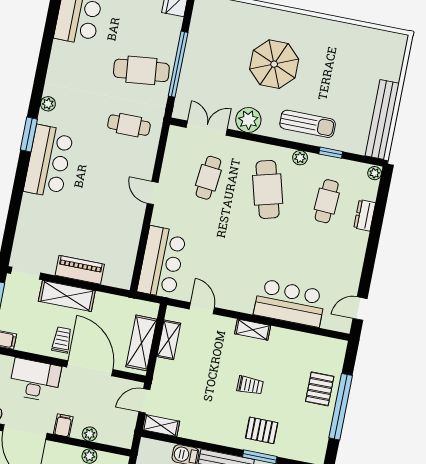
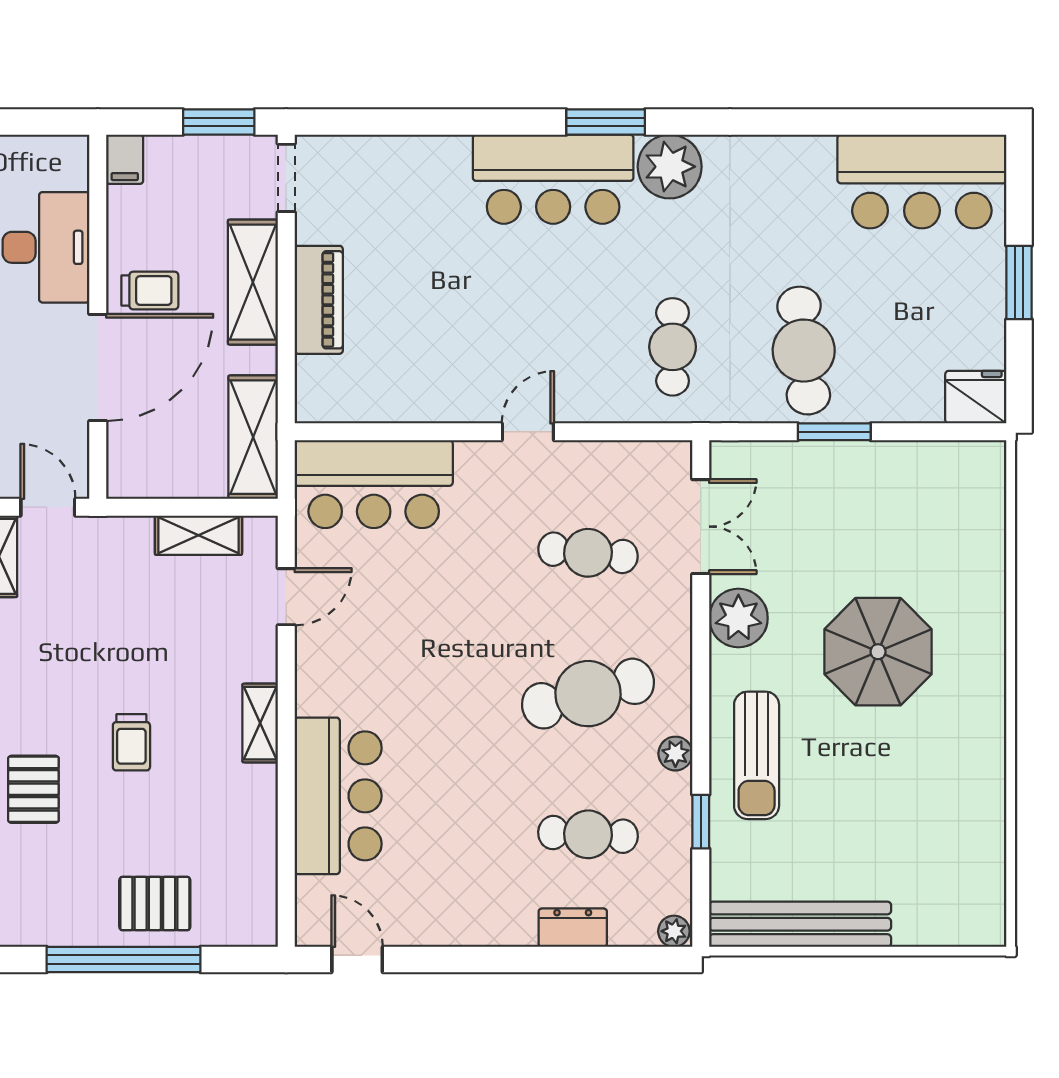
window: (178, 64) -> (834, 432), width x0.47
plant: (48, 104) -> (670, 167), width x1.88, depth x1.88
shelving: (141, 343) -> (253, 437), moved, turned 90

